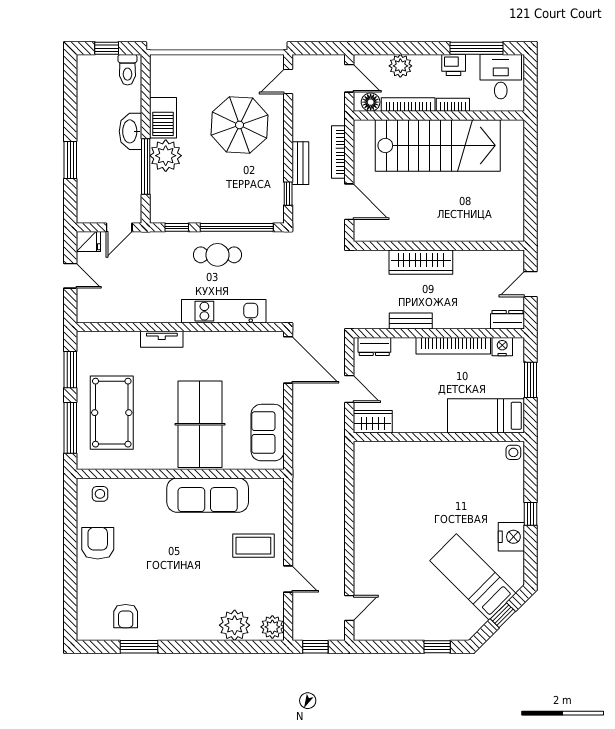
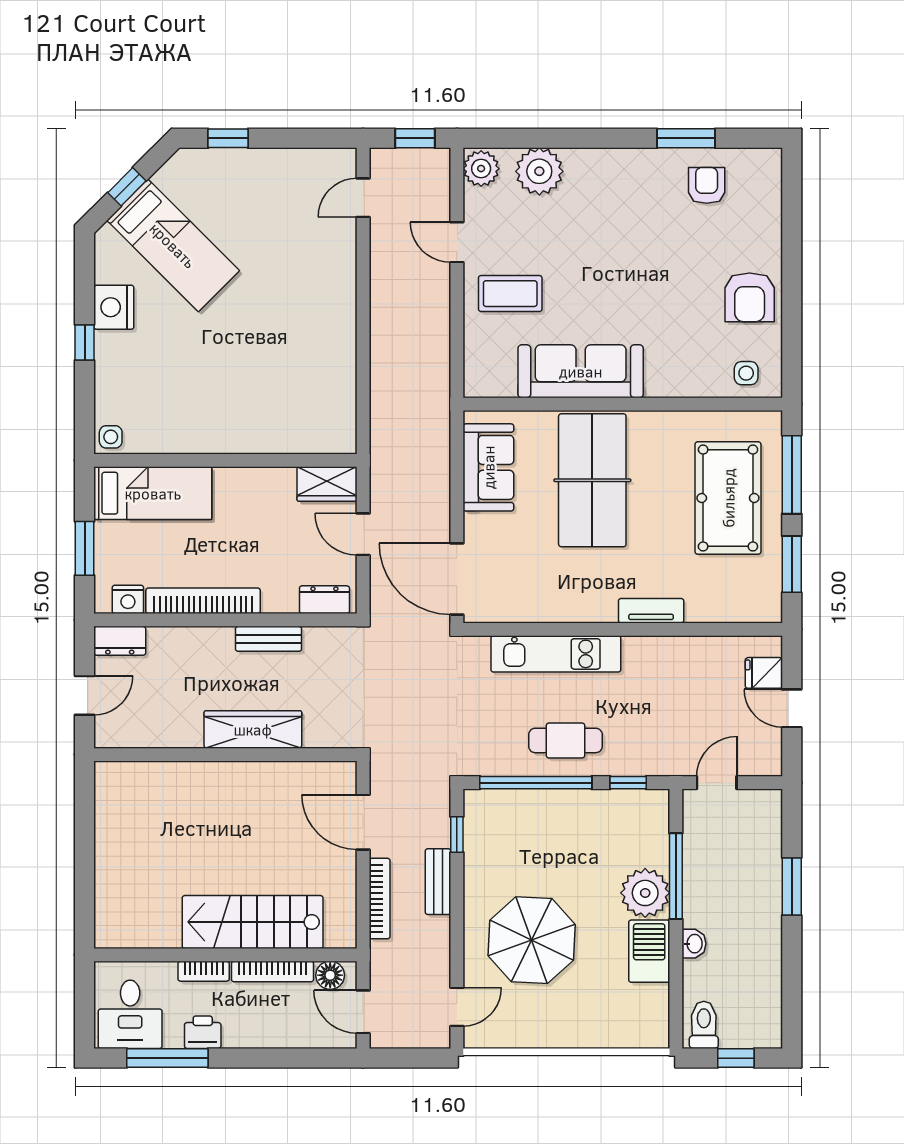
plant: (400, 66) -> (284, 1031), removed
washbasin: (130, 131) -> (694, 944), width x0.52, depth x0.69
stairs: (438, 145) -> (253, 922), width x0.73, depth x0.66
fridge: (88, 242) -> (764, 673), moved

